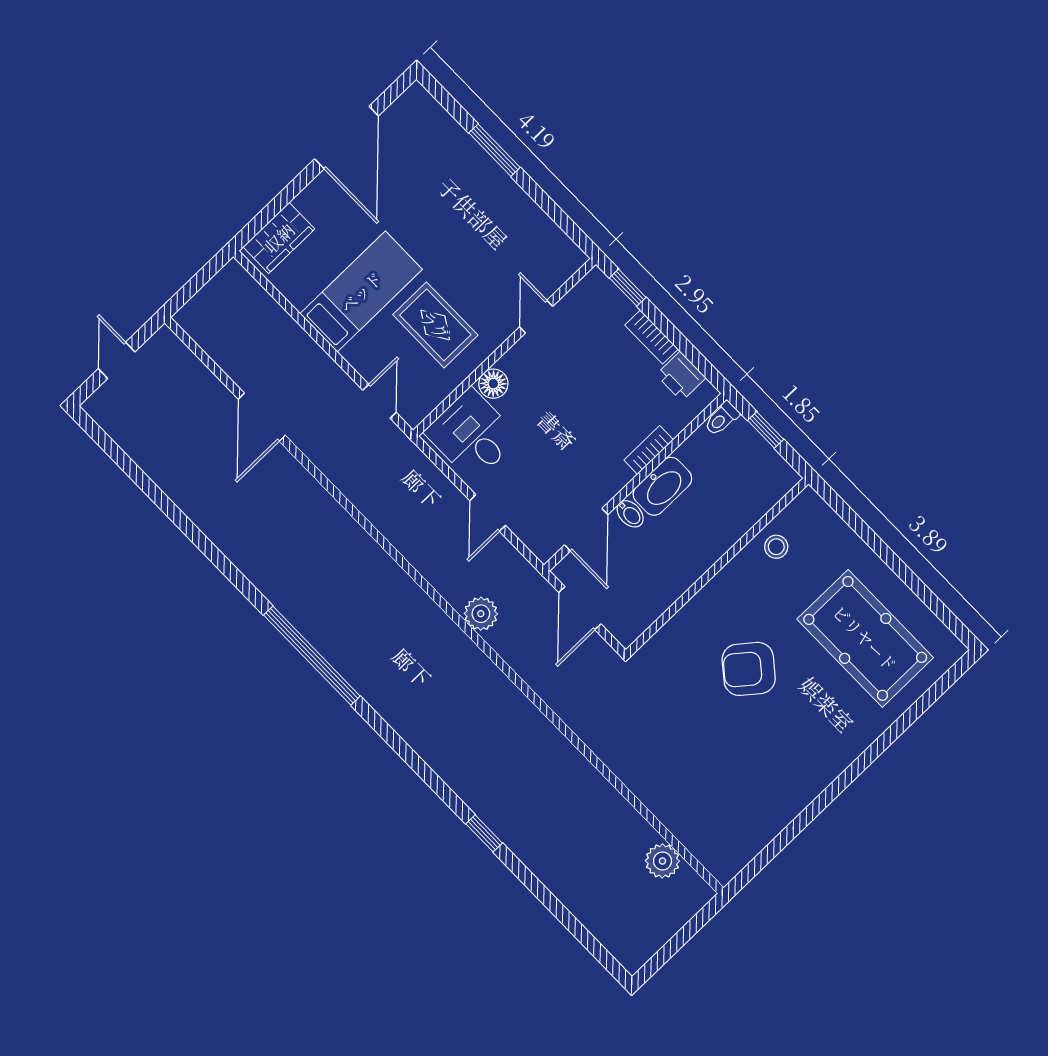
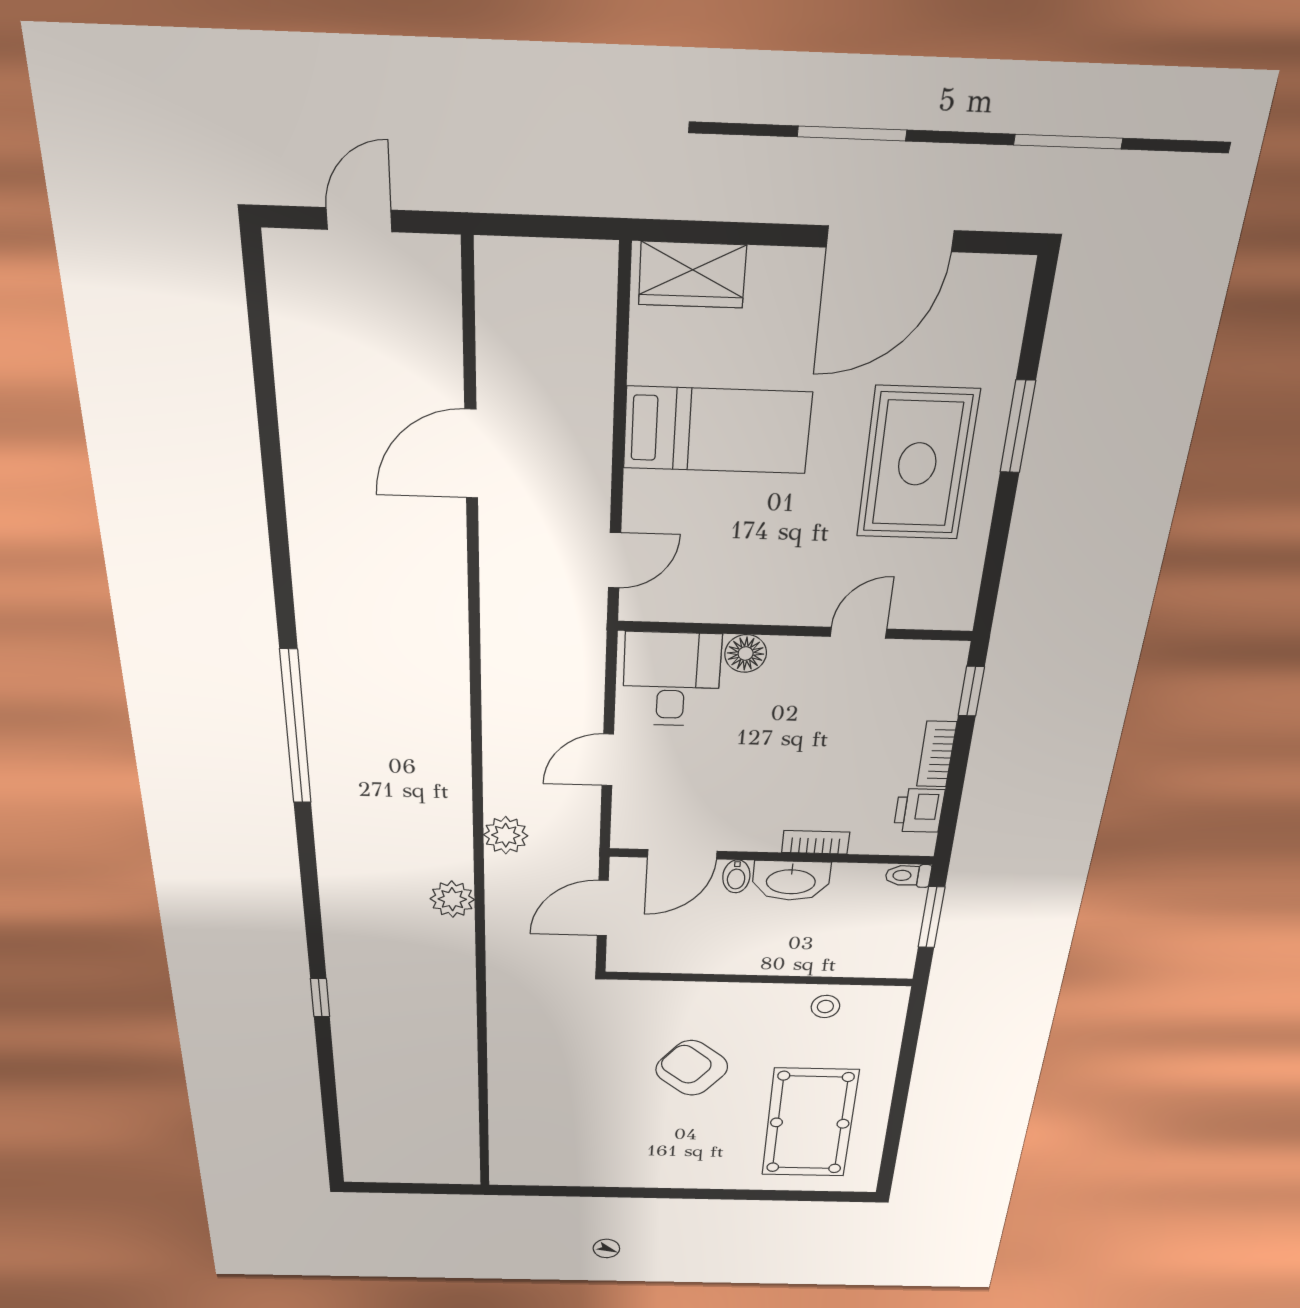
rug: (435, 325) -> (917, 464), moved, width x1.36, depth x1.43
window: (766, 430) -> (931, 917), width x1.50
plant: (662, 861) -> (452, 899), moved

